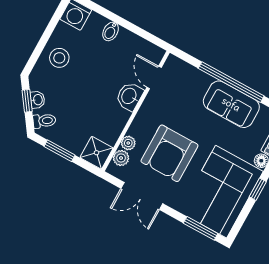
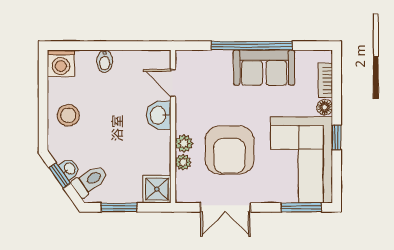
toilet: (44, 121) -> (90, 181), width x1.37, depth x1.39
plant: (121, 158) -> (184, 143), moved

